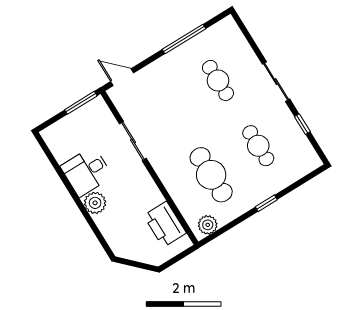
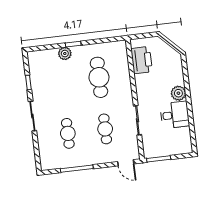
cafe table: (258, 146) -> (105, 129), moved
plant: (208, 225) -> (65, 54), moved

